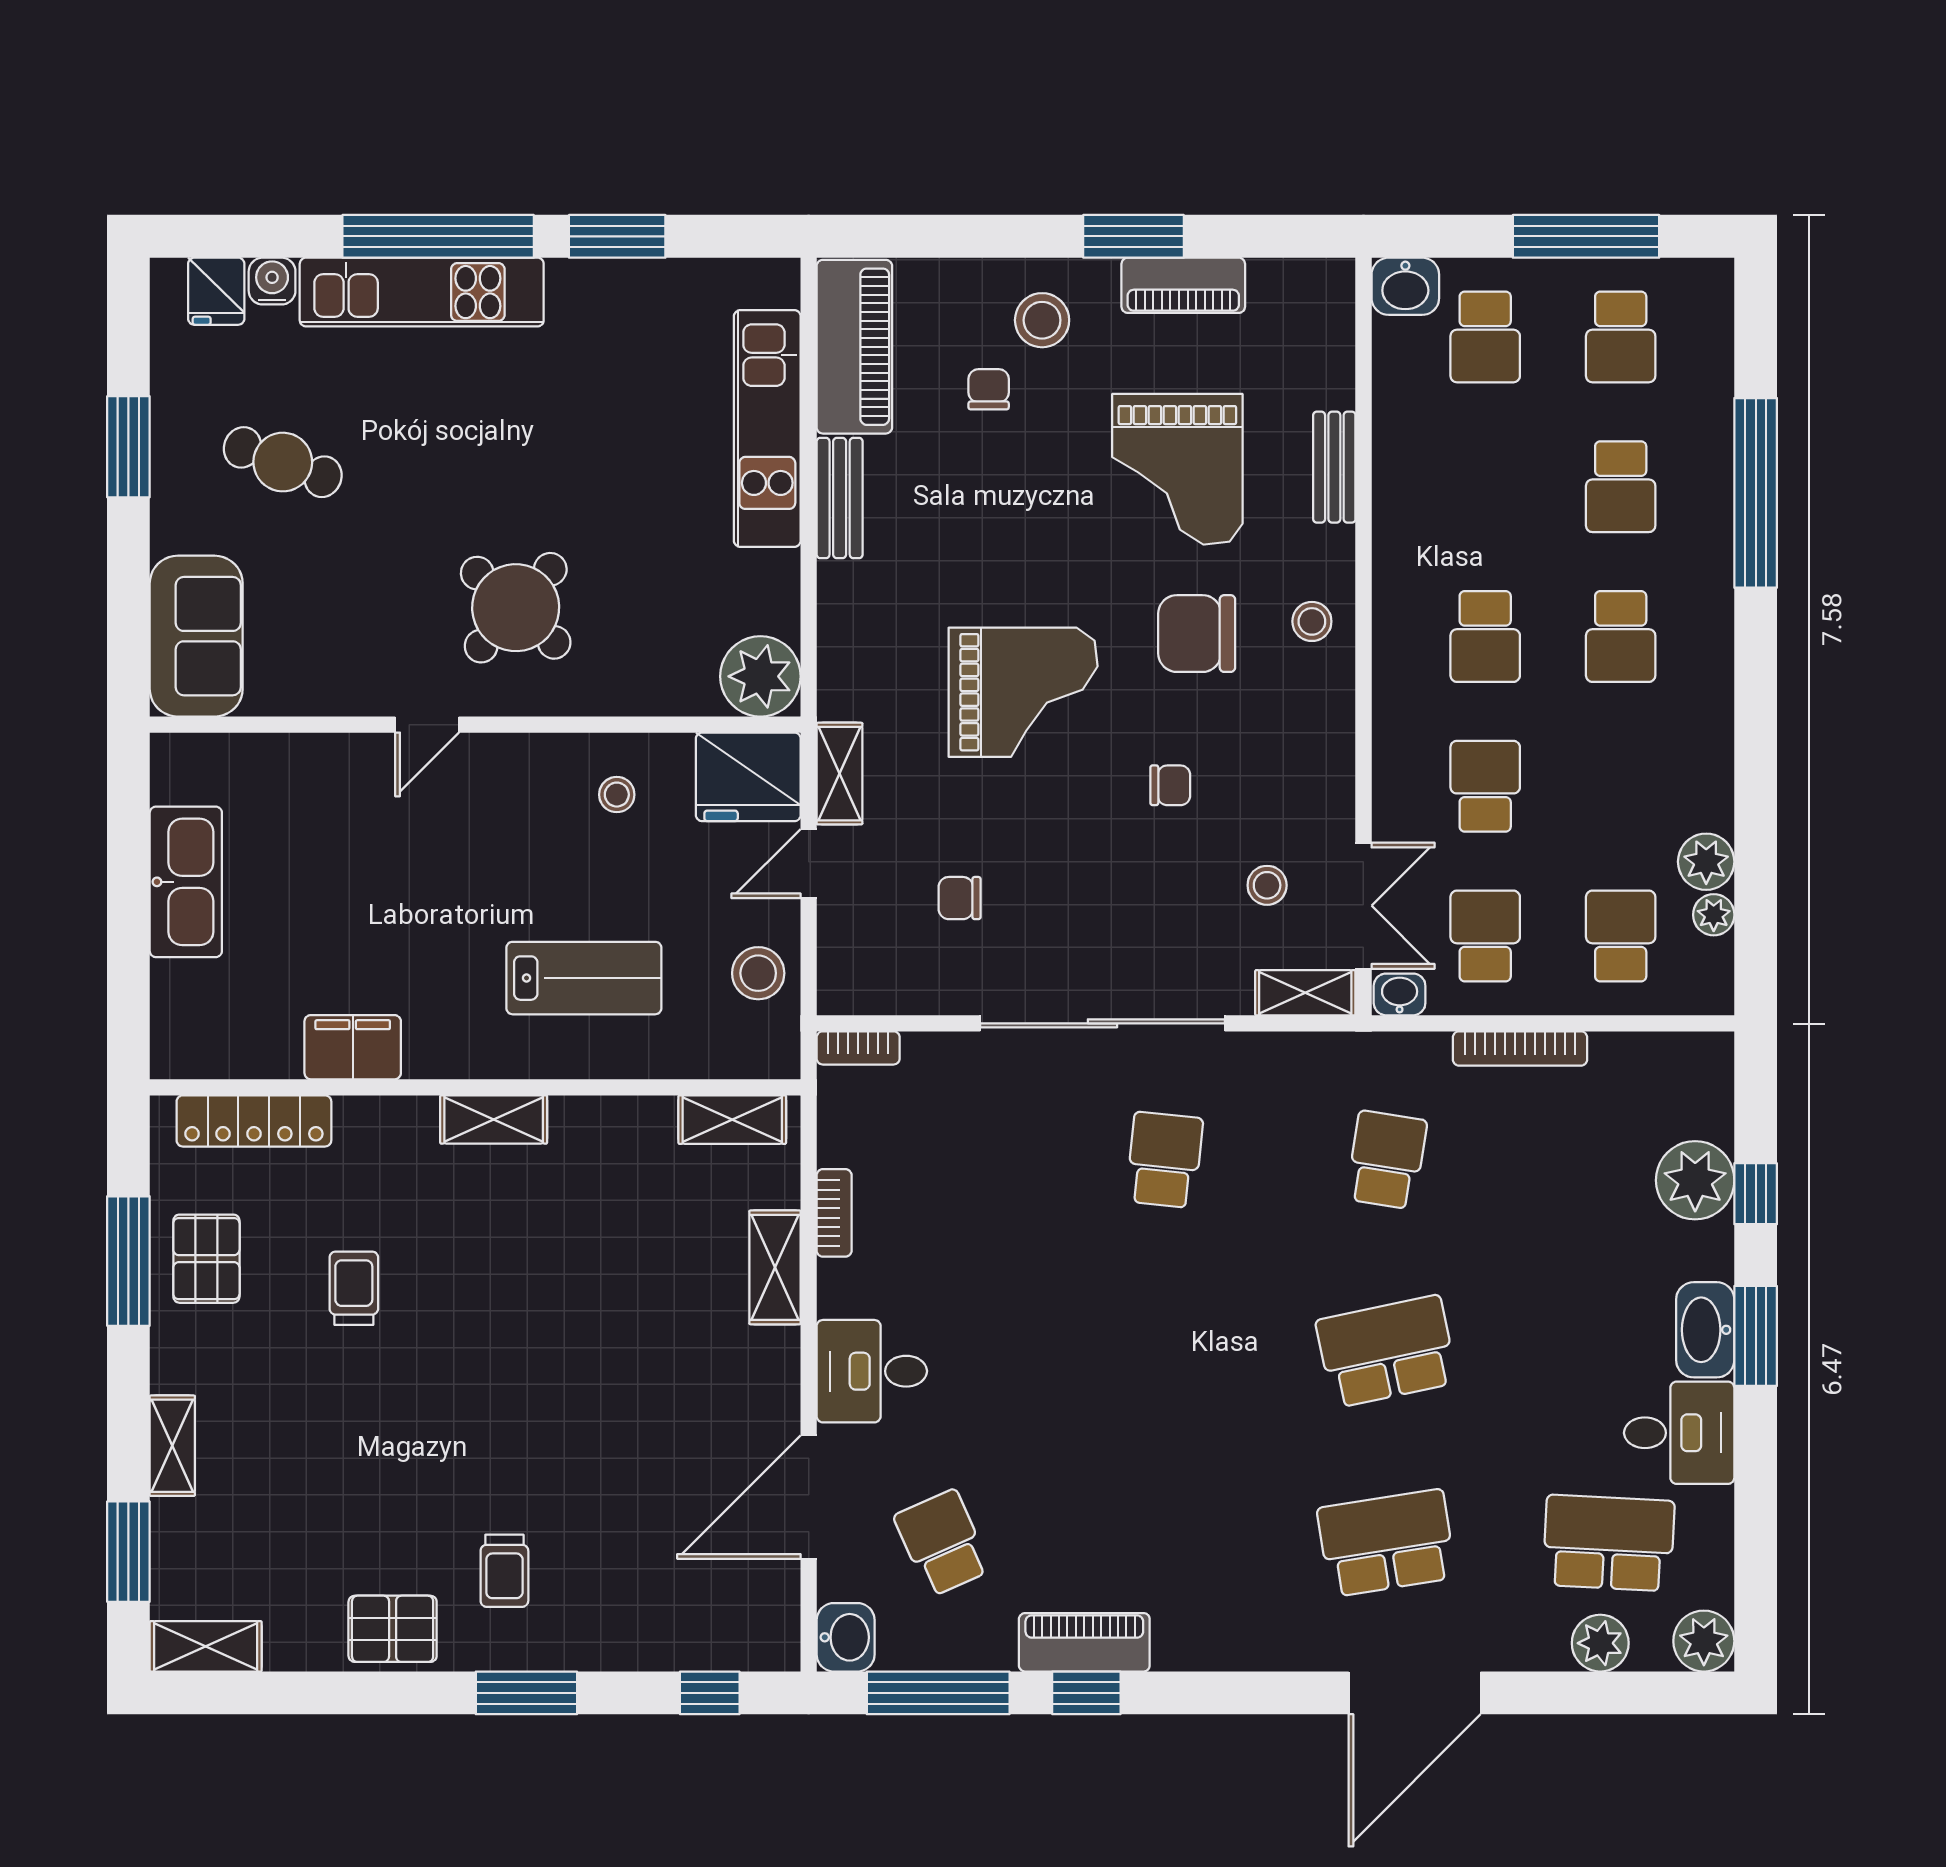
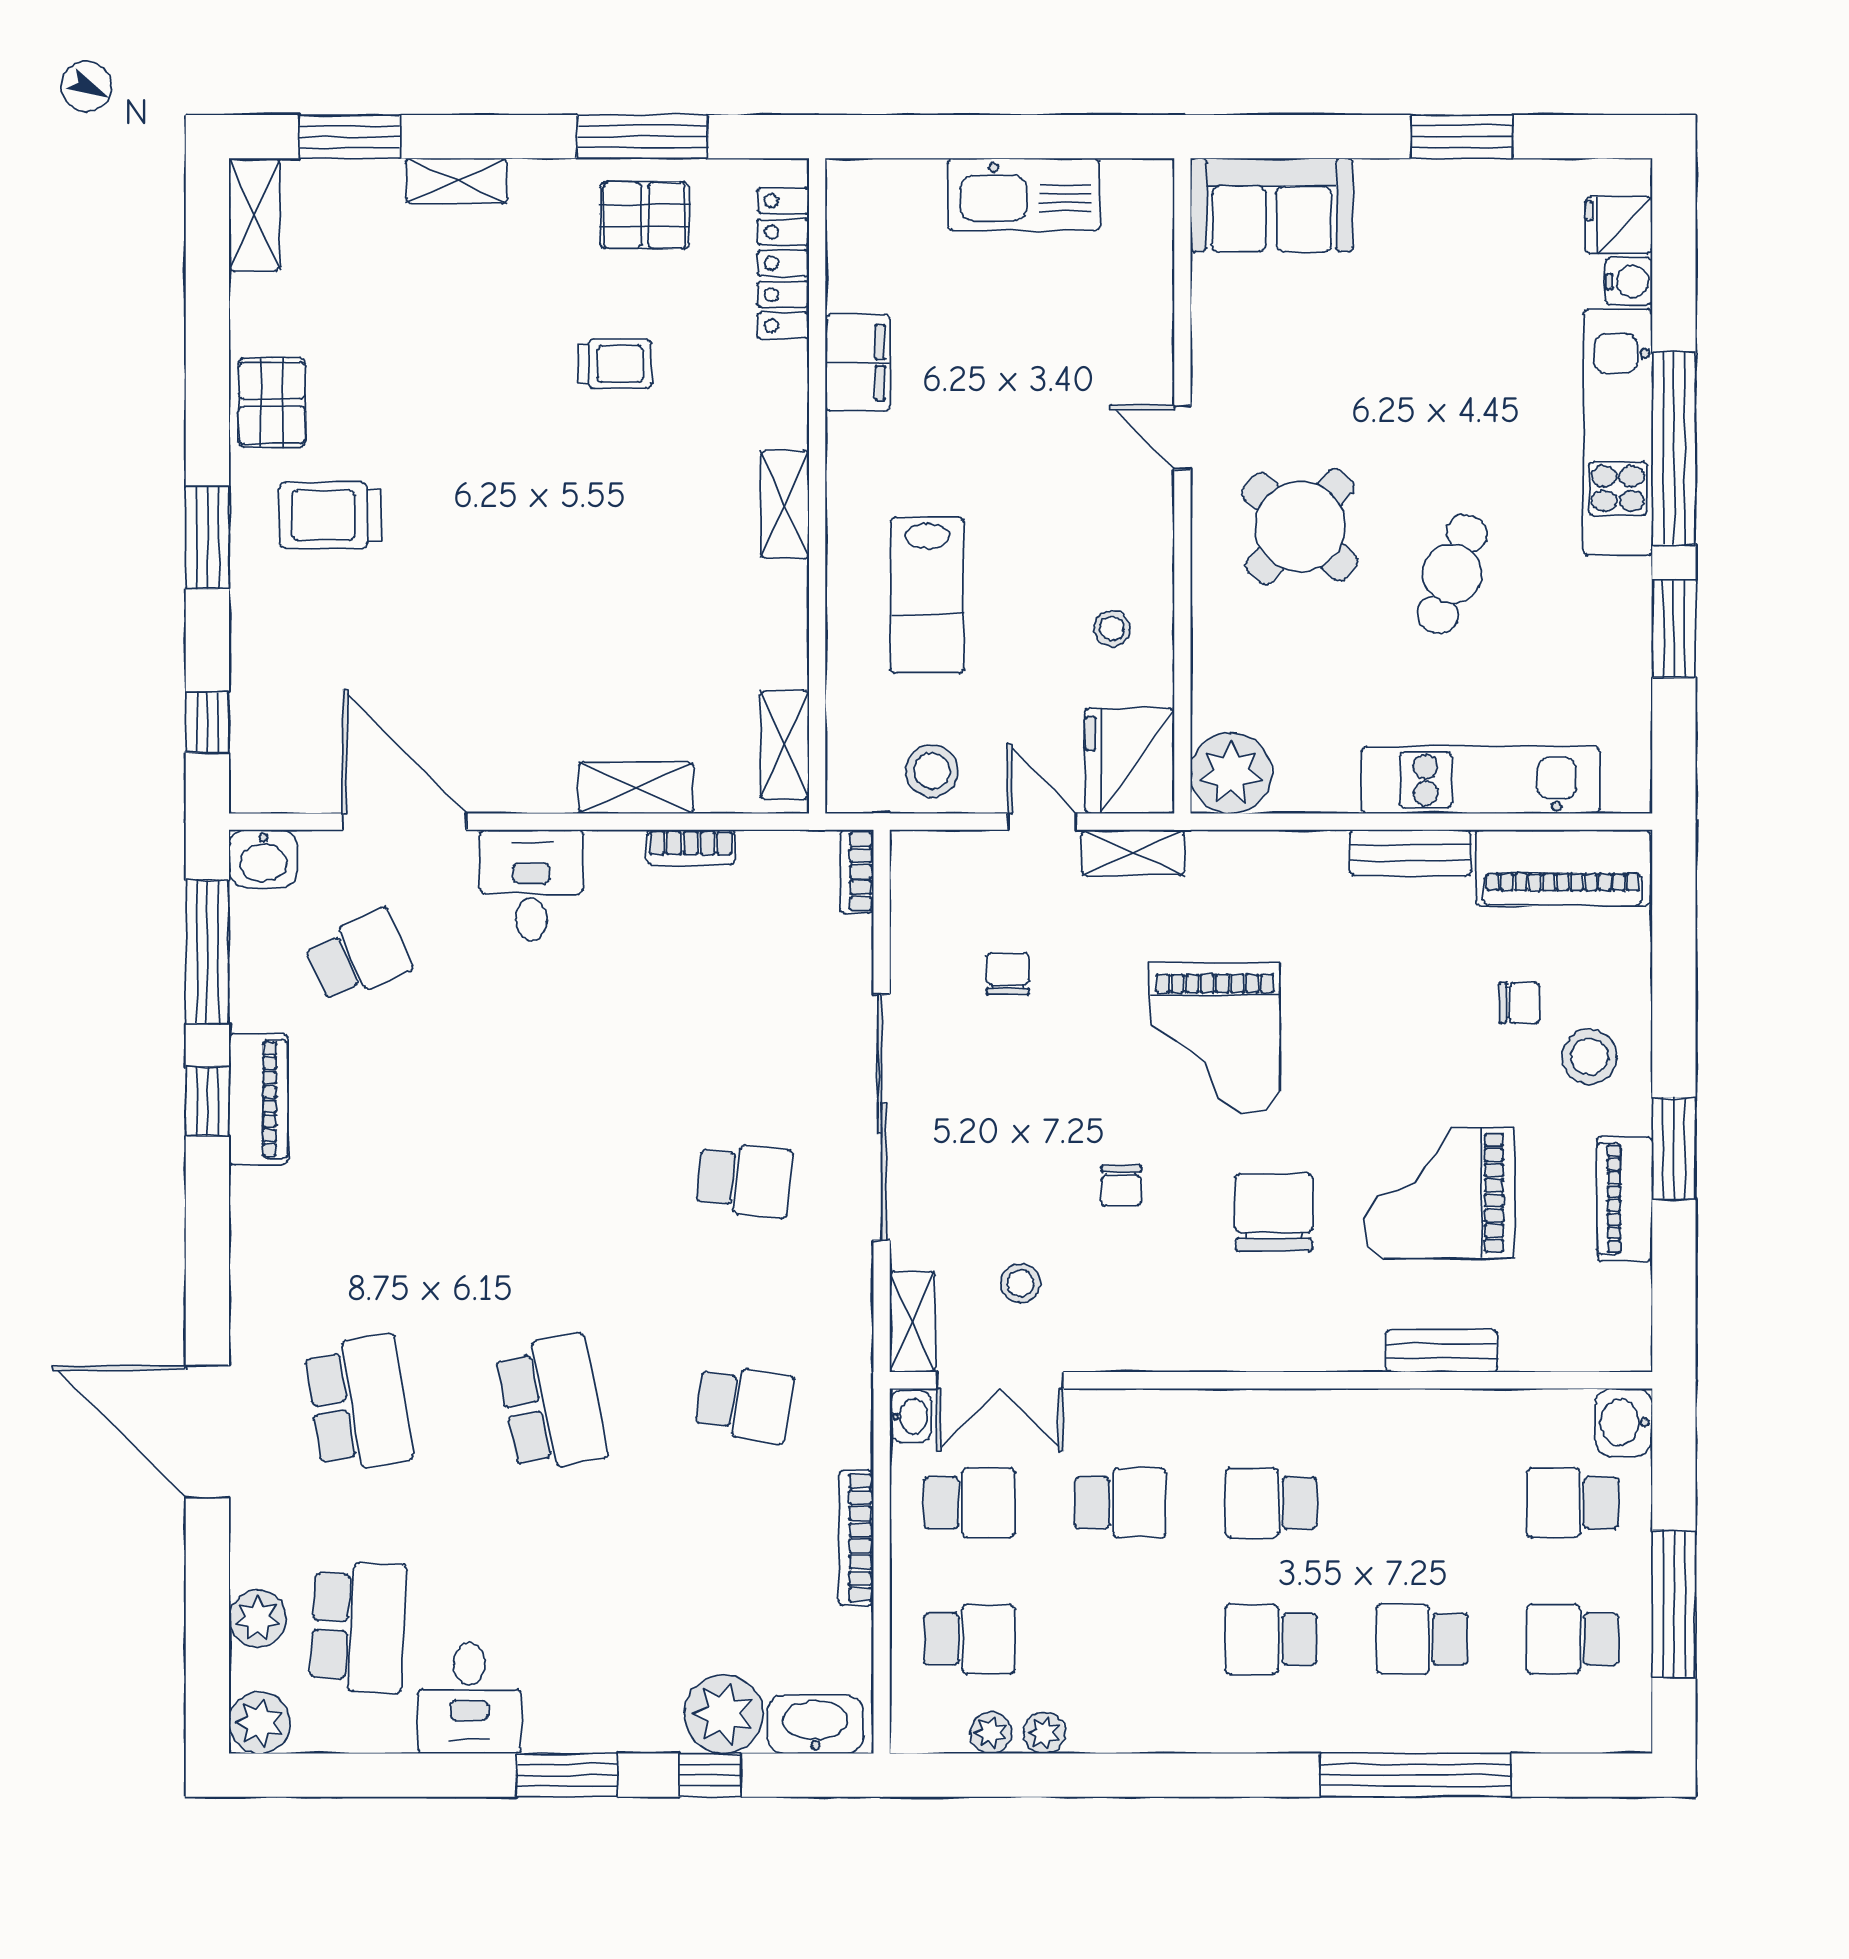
cafe table: (283, 462) -> (1452, 574), moved
stool: (1312, 621) -> (1286, 1328), removed
plant: (1706, 862) -> (1044, 1733), width x0.73, depth x0.73
washbasin: (1705, 1330) -> (815, 1724), moved
trolley: (504, 1571) -> (330, 515), width x1.36, depth x1.39

